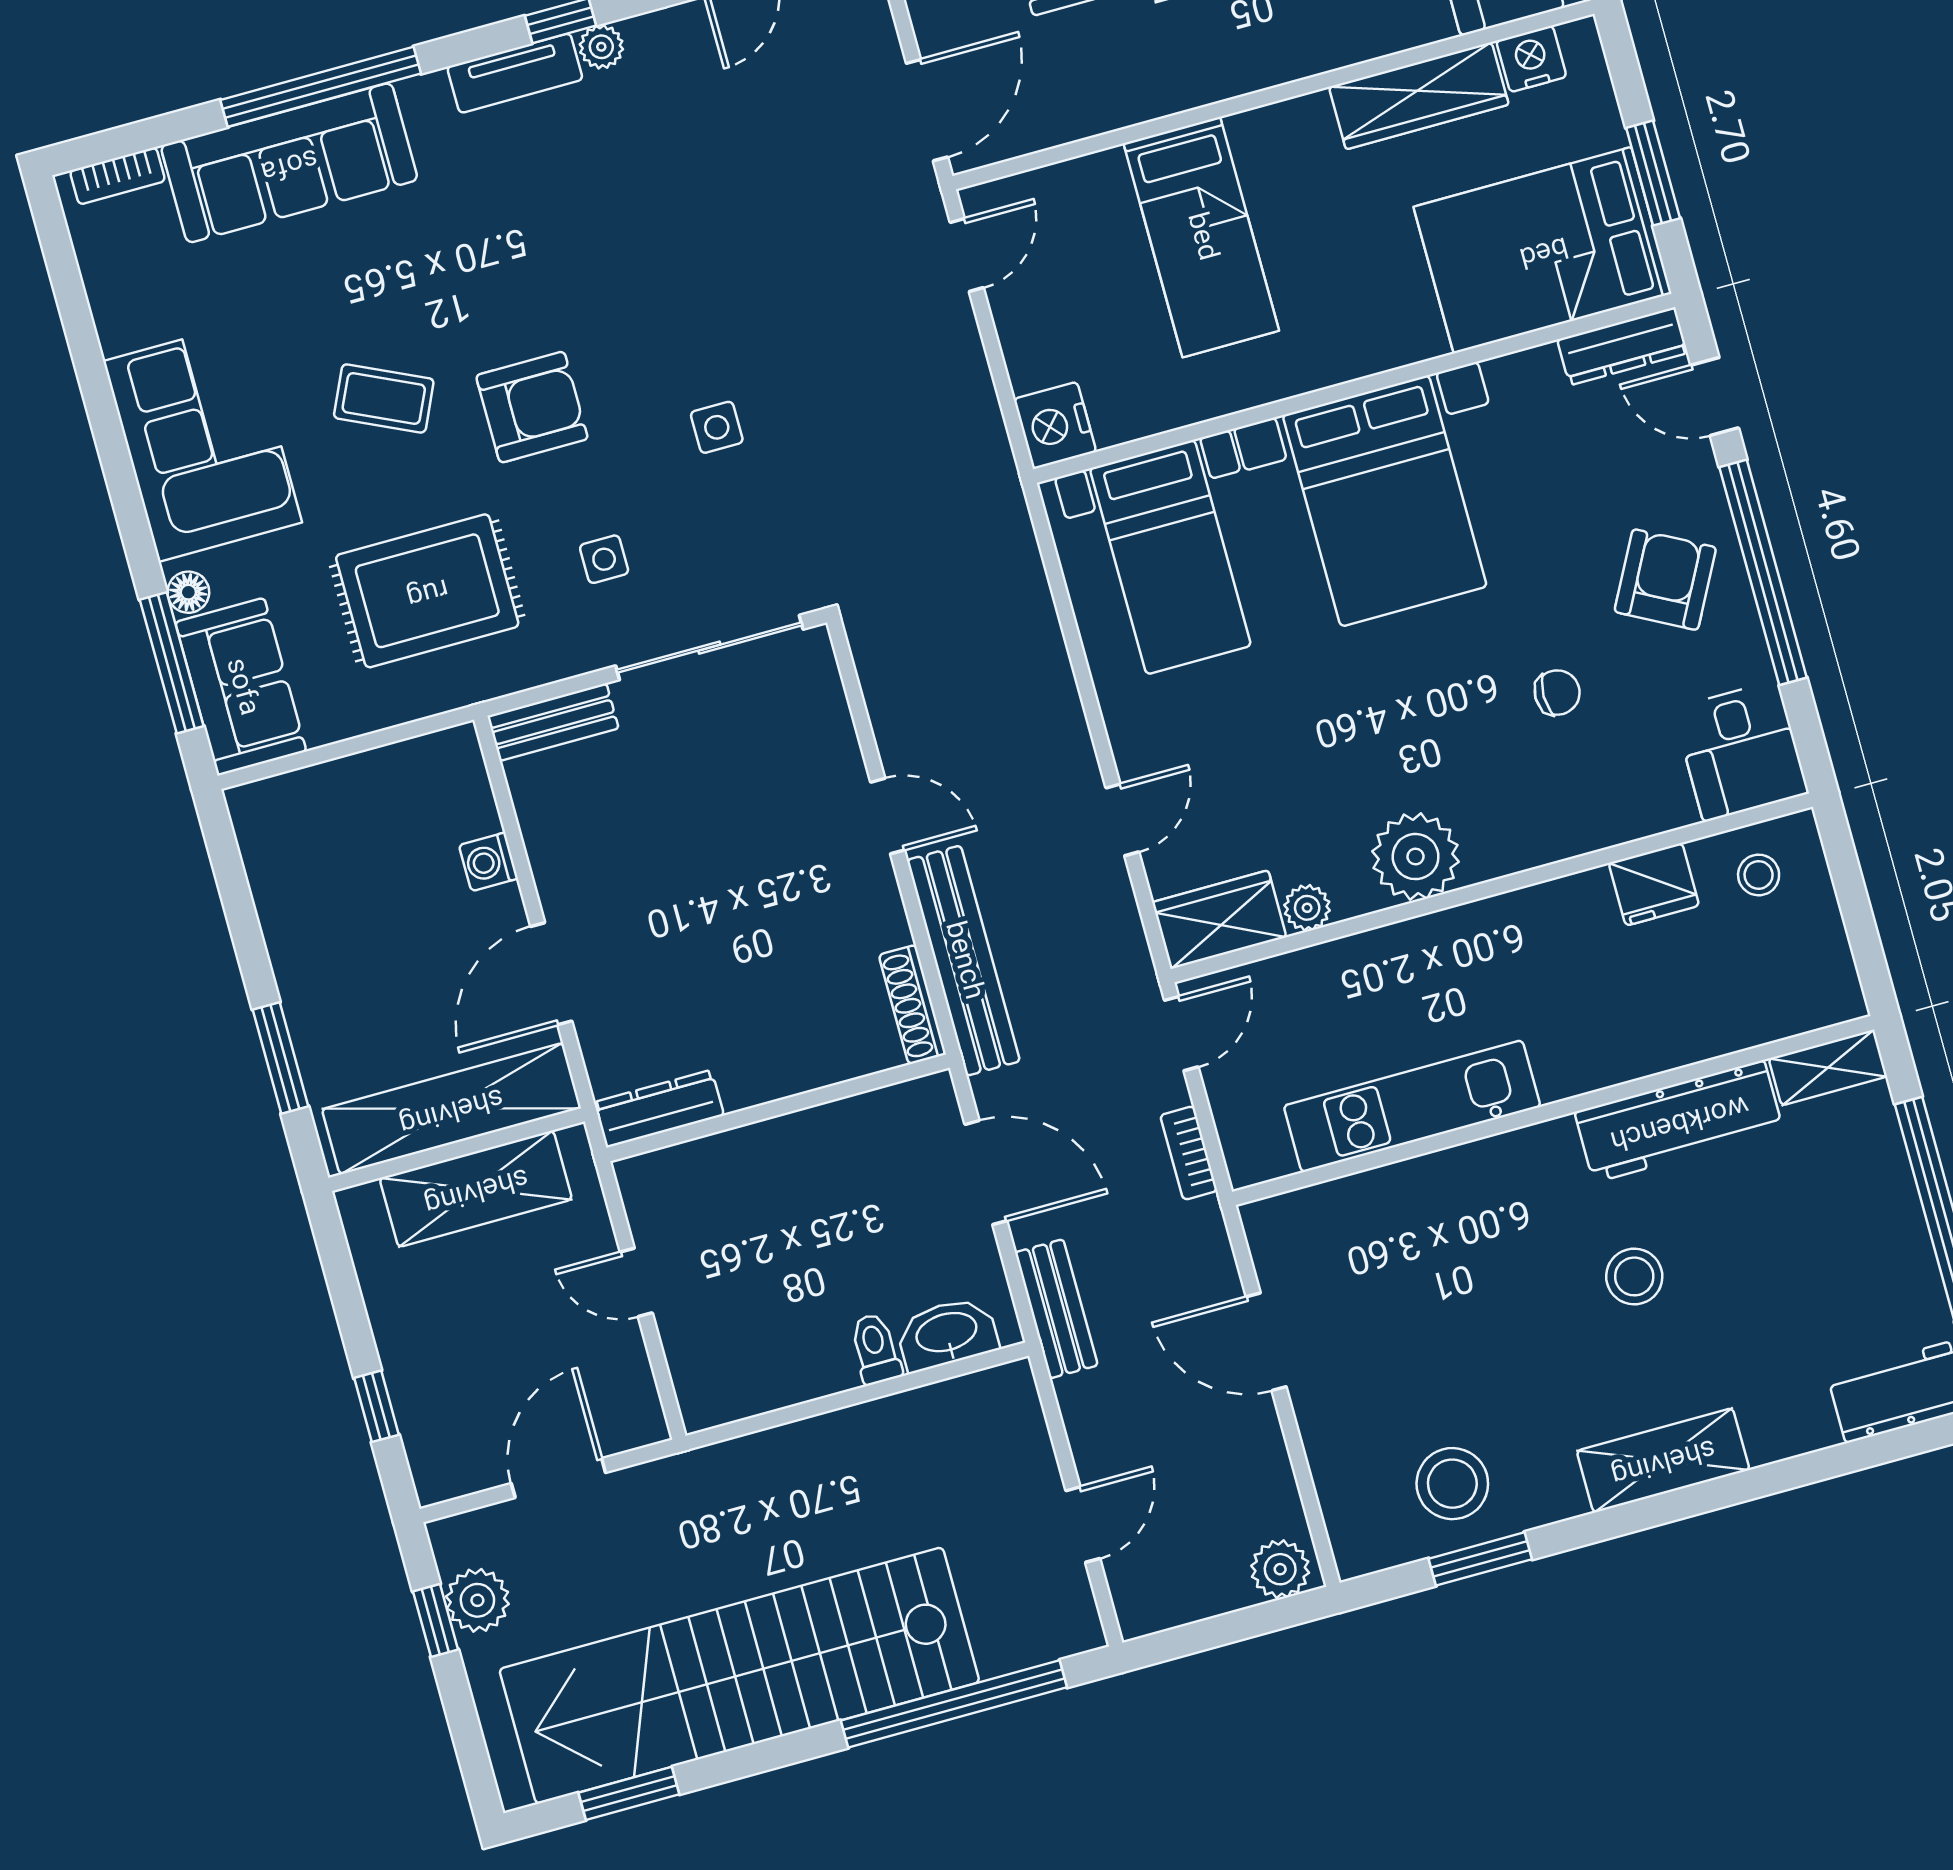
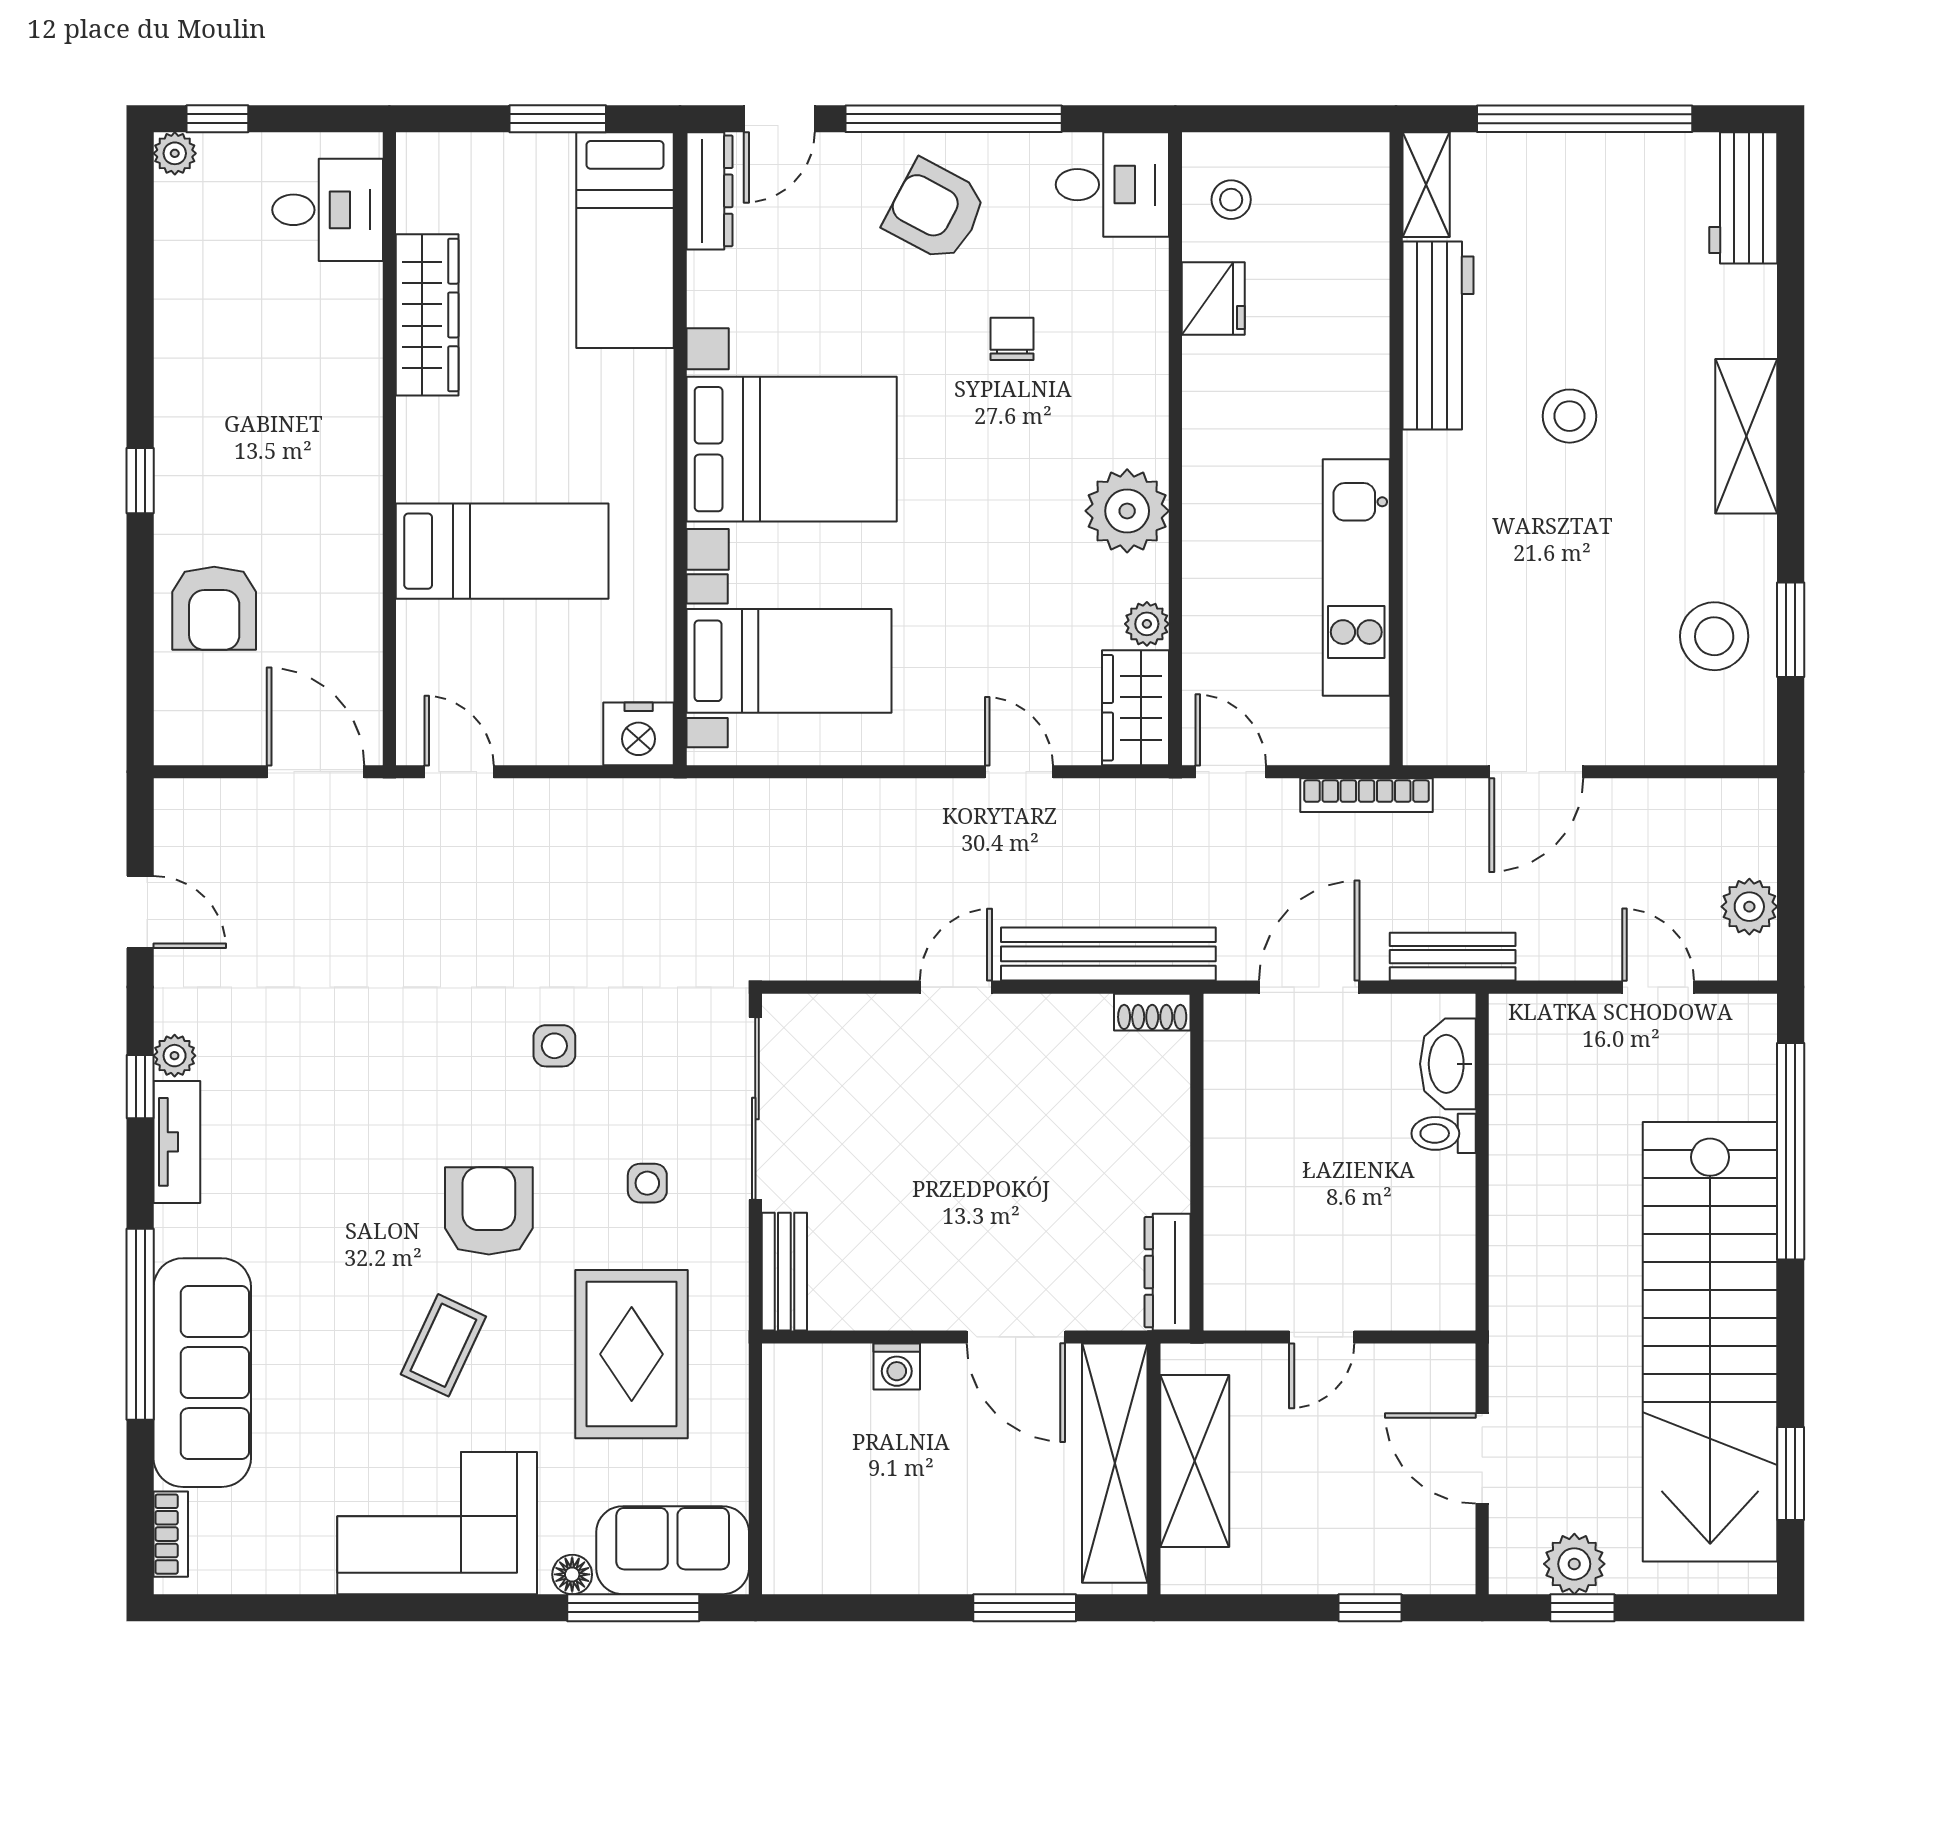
nightstand: (1531, 59) -> (422, 202), removed
bed: (1543, 250) -> (625, 240), width x0.67
shoe rack: (912, 1005) -> (1152, 1012), width x0.70
bookcase: (1189, 1153) -> (1367, 795), width x1.56
plant: (1280, 1569) -> (1749, 907), moved

